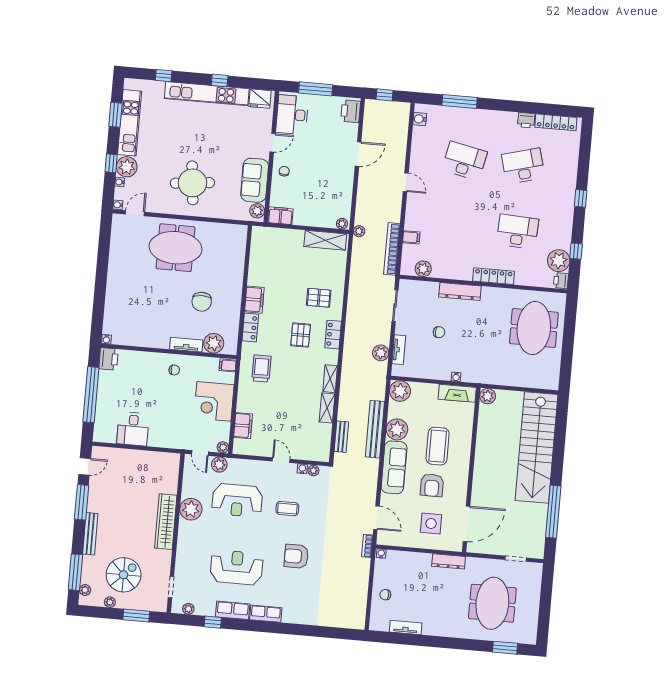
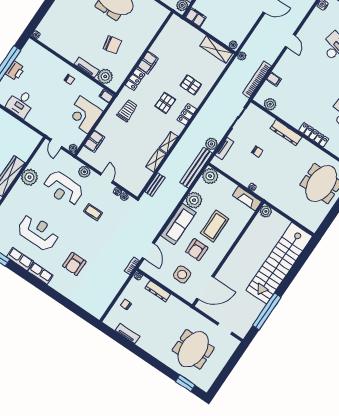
chair: (202, 302) -> (112, 45), turned -102
printer: (109, 359) -> (15, 71), moved
bench: (375, 429) -> (196, 168), moved
plant: (219, 465) -> (84, 172), moved
armchair: (296, 556) -> (74, 264), moved, turned -90
dresser: (449, 561) -> (158, 291), moved

